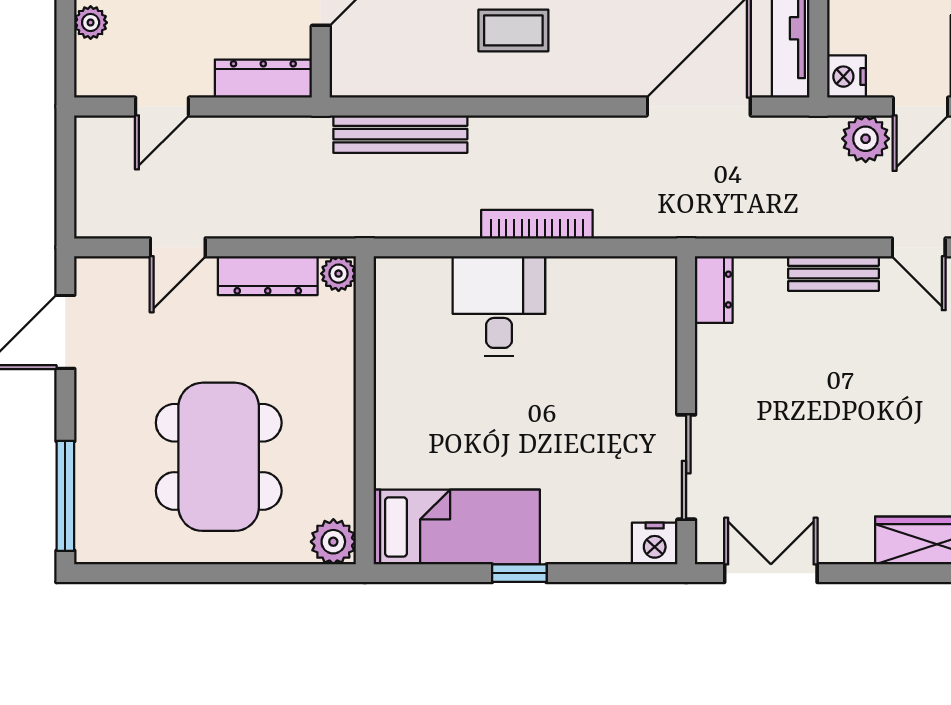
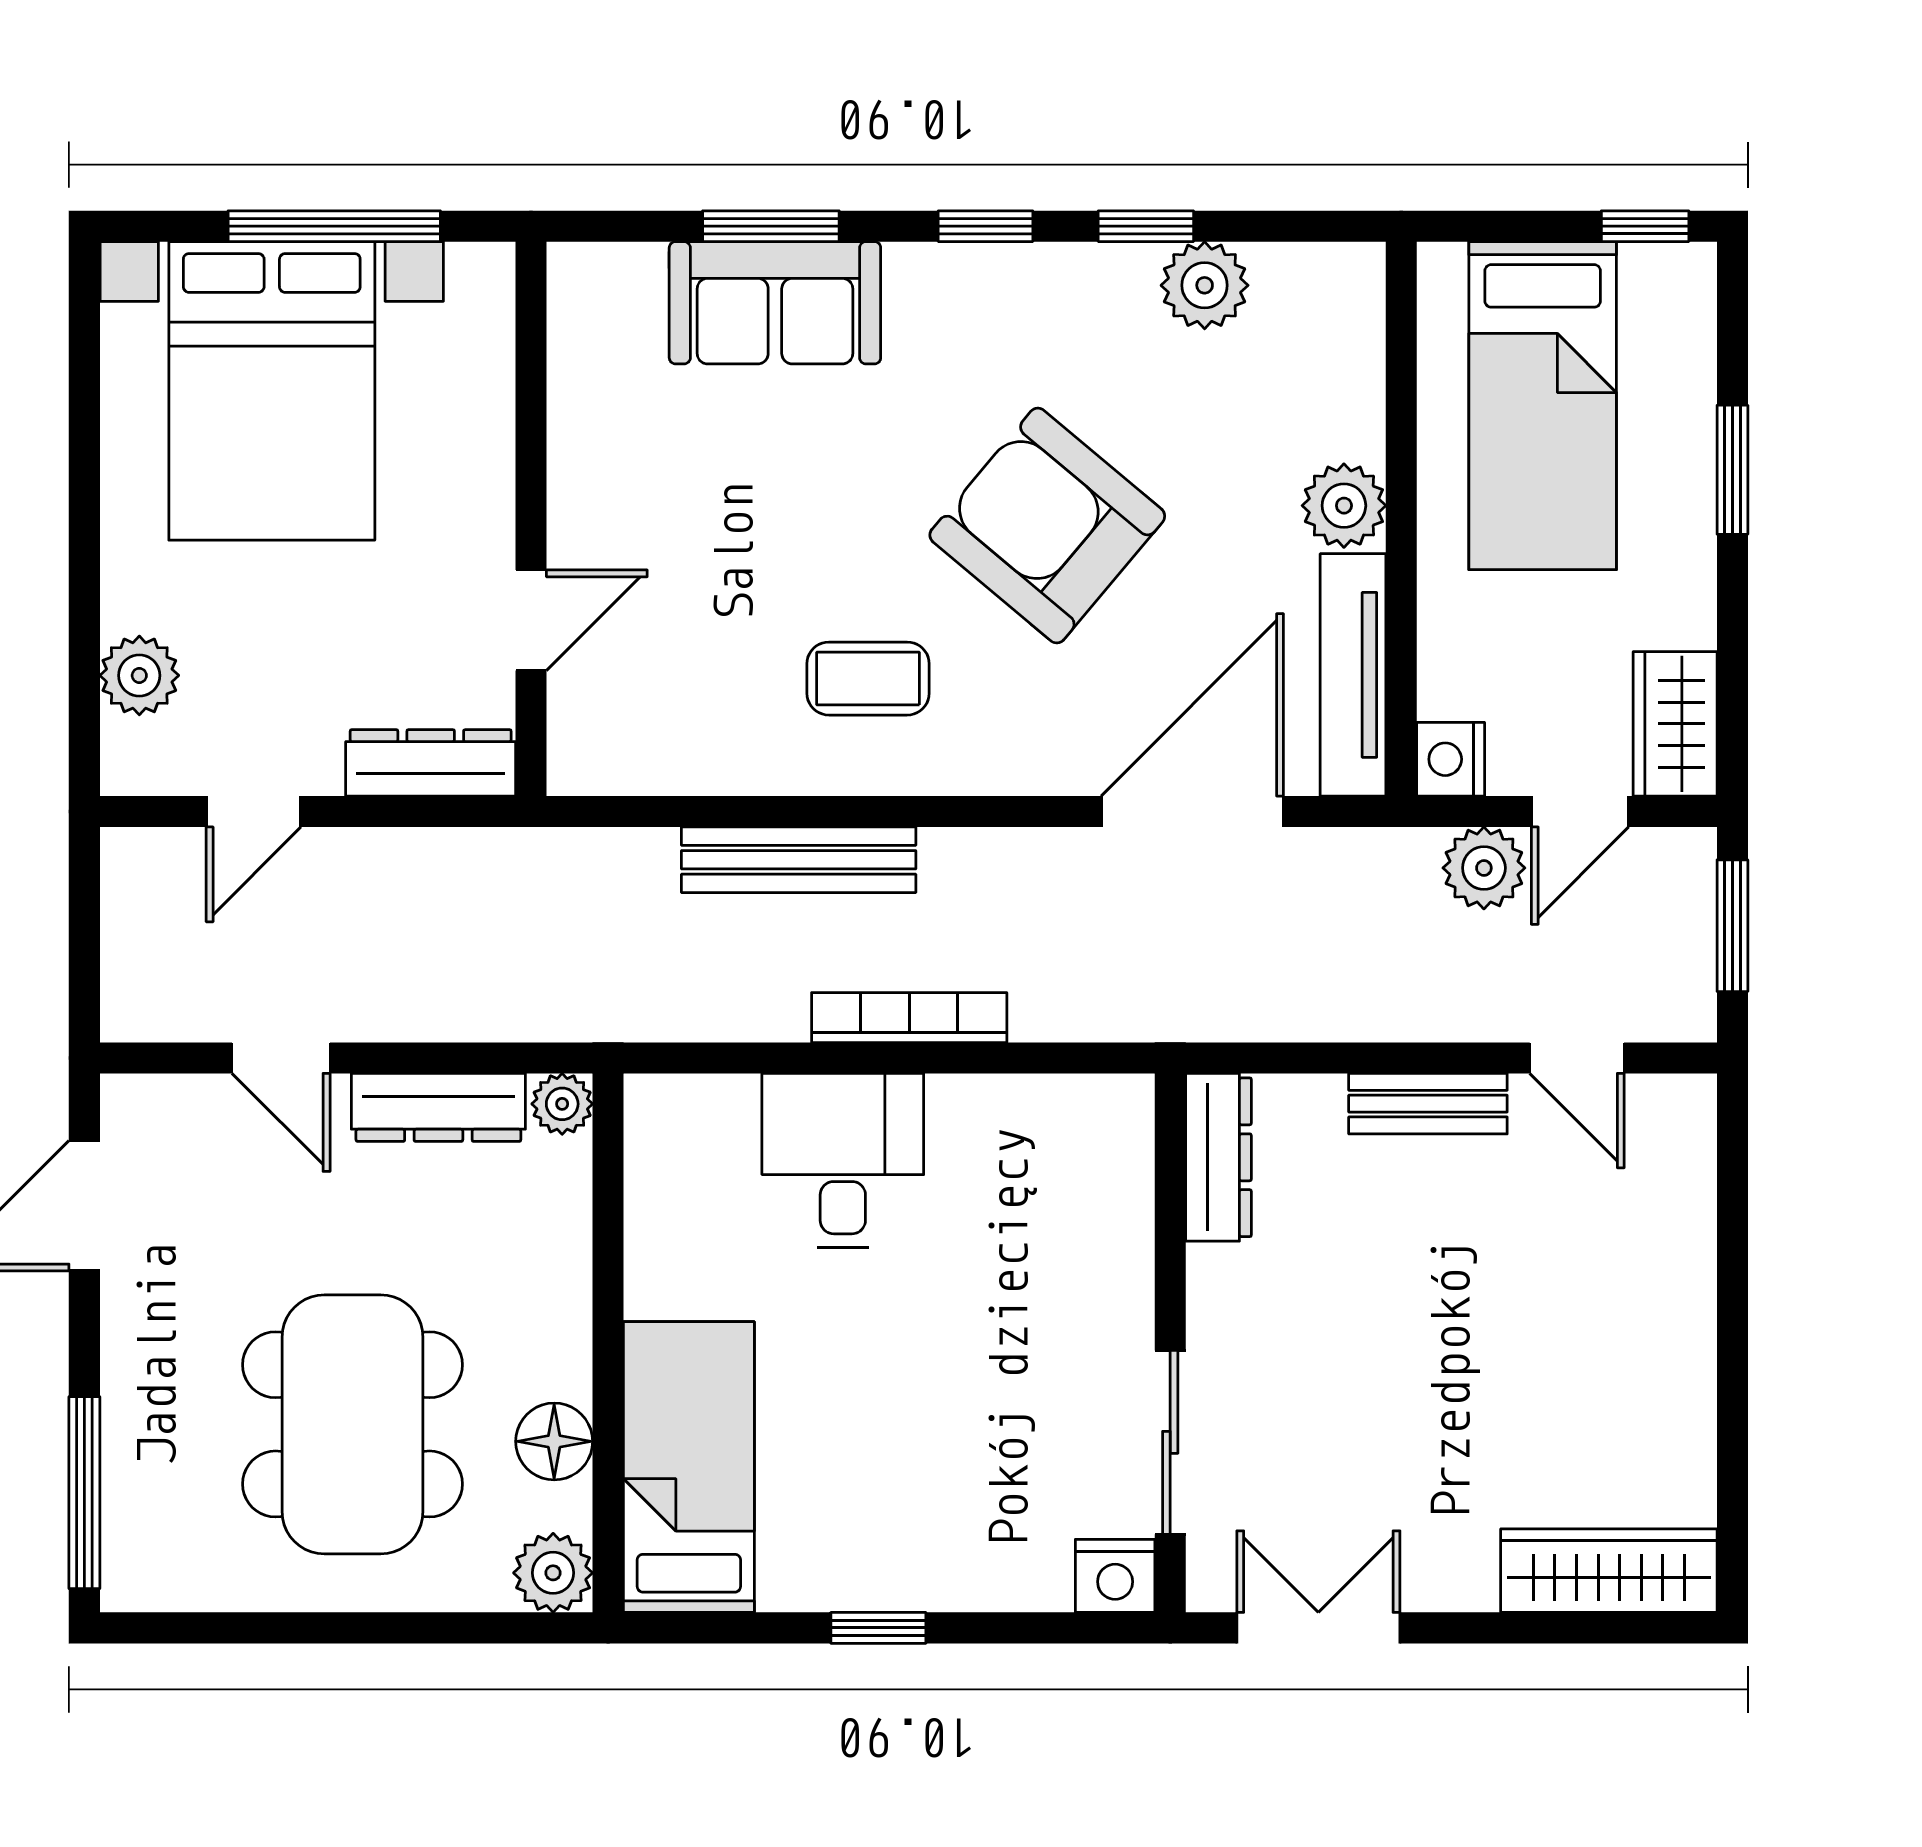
plant: (91, 23) -> (139, 675), width x1.38, depth x1.38
bench: (400, 134) -> (799, 860), moved
door: (178, 247) -> (281, 1058), hinge flipped
dresser: (714, 290) -> (1218, 1157), width x1.44
floor lamp: (334, 467) -> (554, 1441), added
bed: (457, 527) -> (689, 1467), moved, turned -90

